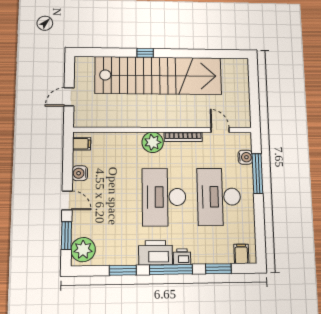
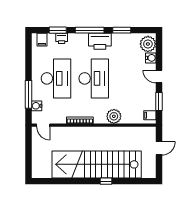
door: (220, 130) -> (43, 125), moved
plant: (153, 142) -> (114, 116), moved
water cooler: (80, 173) -> (151, 58), moved
window: (66, 236) -> (159, 102), moved
printer: (182, 257) -> (62, 38), moved

